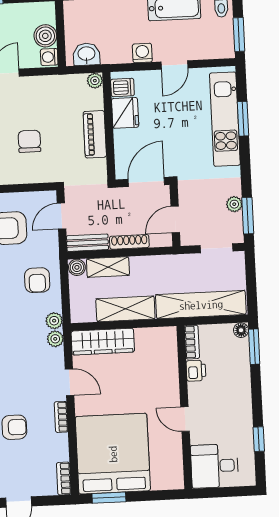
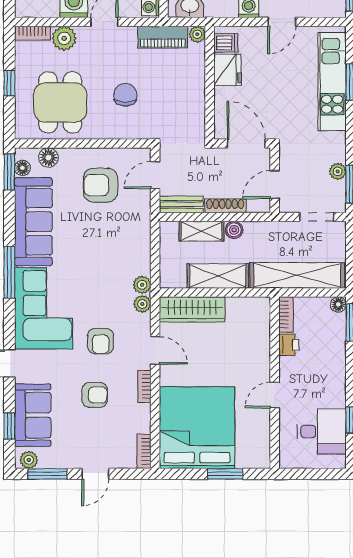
piano: (95, 134) -> (163, 37), moved, turned -90
door: (146, 182) -> (246, 144), hinge flipped
boiler: (77, 267) -> (234, 230), moved
armchair: (37, 280) -> (101, 341), moved
door: (185, 419) -> (275, 395), hinge flipped
desk: (215, 466) -> (321, 432), moved, turned 180
window: (109, 498) -> (225, 474), moved

